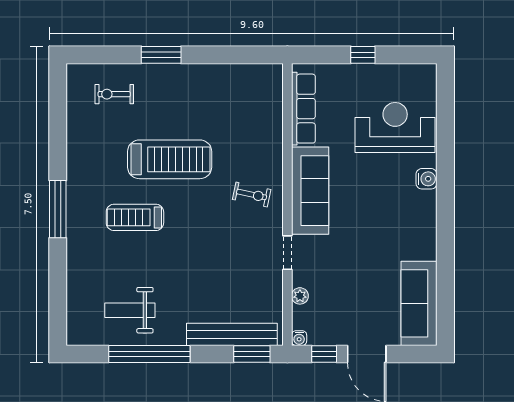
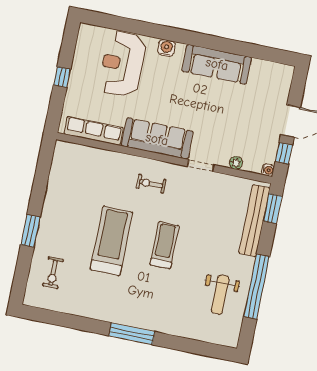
exercise bike: (252, 194) -> (151, 184), turned -102
treadmill: (135, 217) -> (164, 245), moved, turned 180
sofa: (419, 303) -> (217, 64), moved

